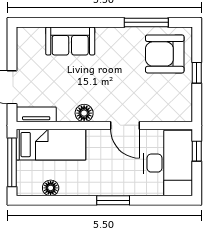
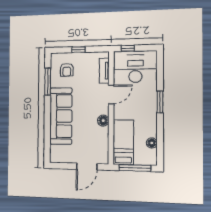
sofa: (70, 41) -> (61, 116), width x1.85, depth x1.27
armchair: (165, 54) -> (67, 70), width x0.53, depth x0.53
tv unit: (36, 114) -> (104, 71), moved

